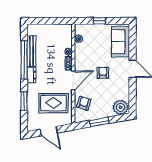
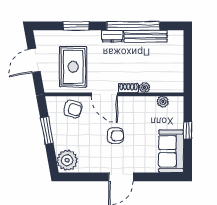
sofa: (121, 42) -> (171, 151), moved, turned -90

